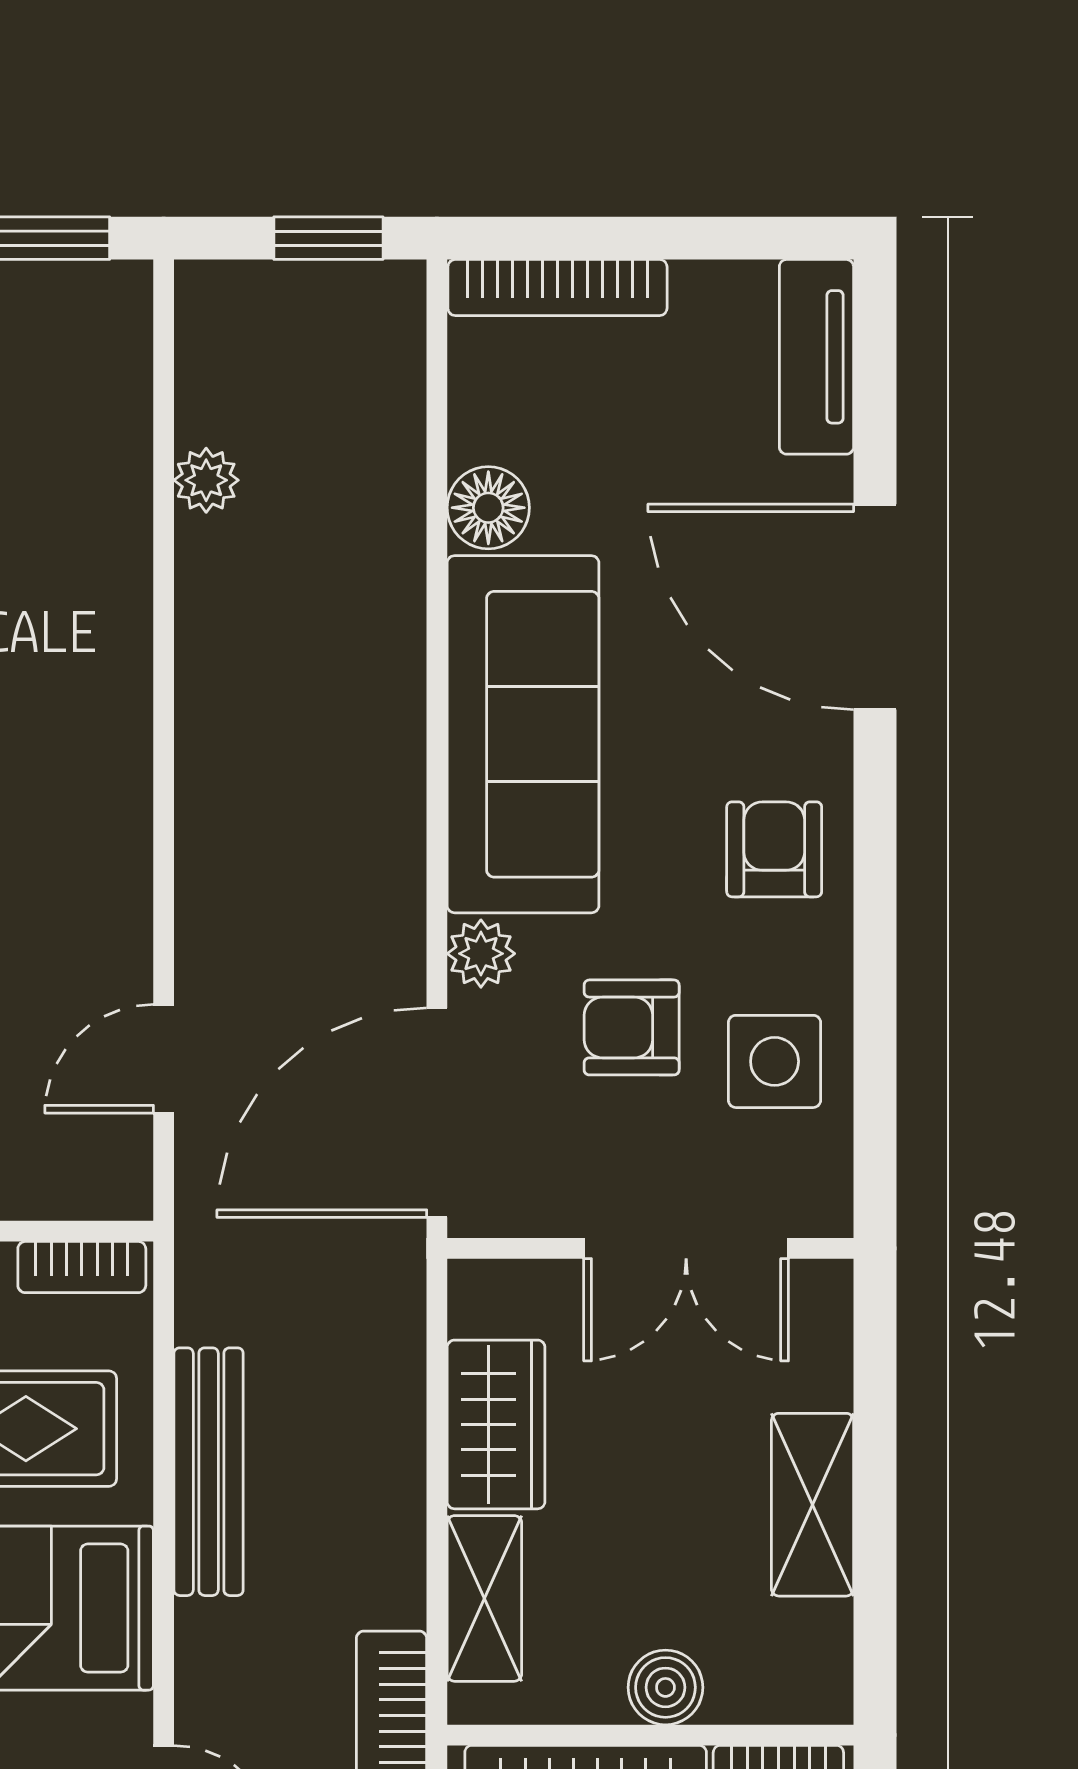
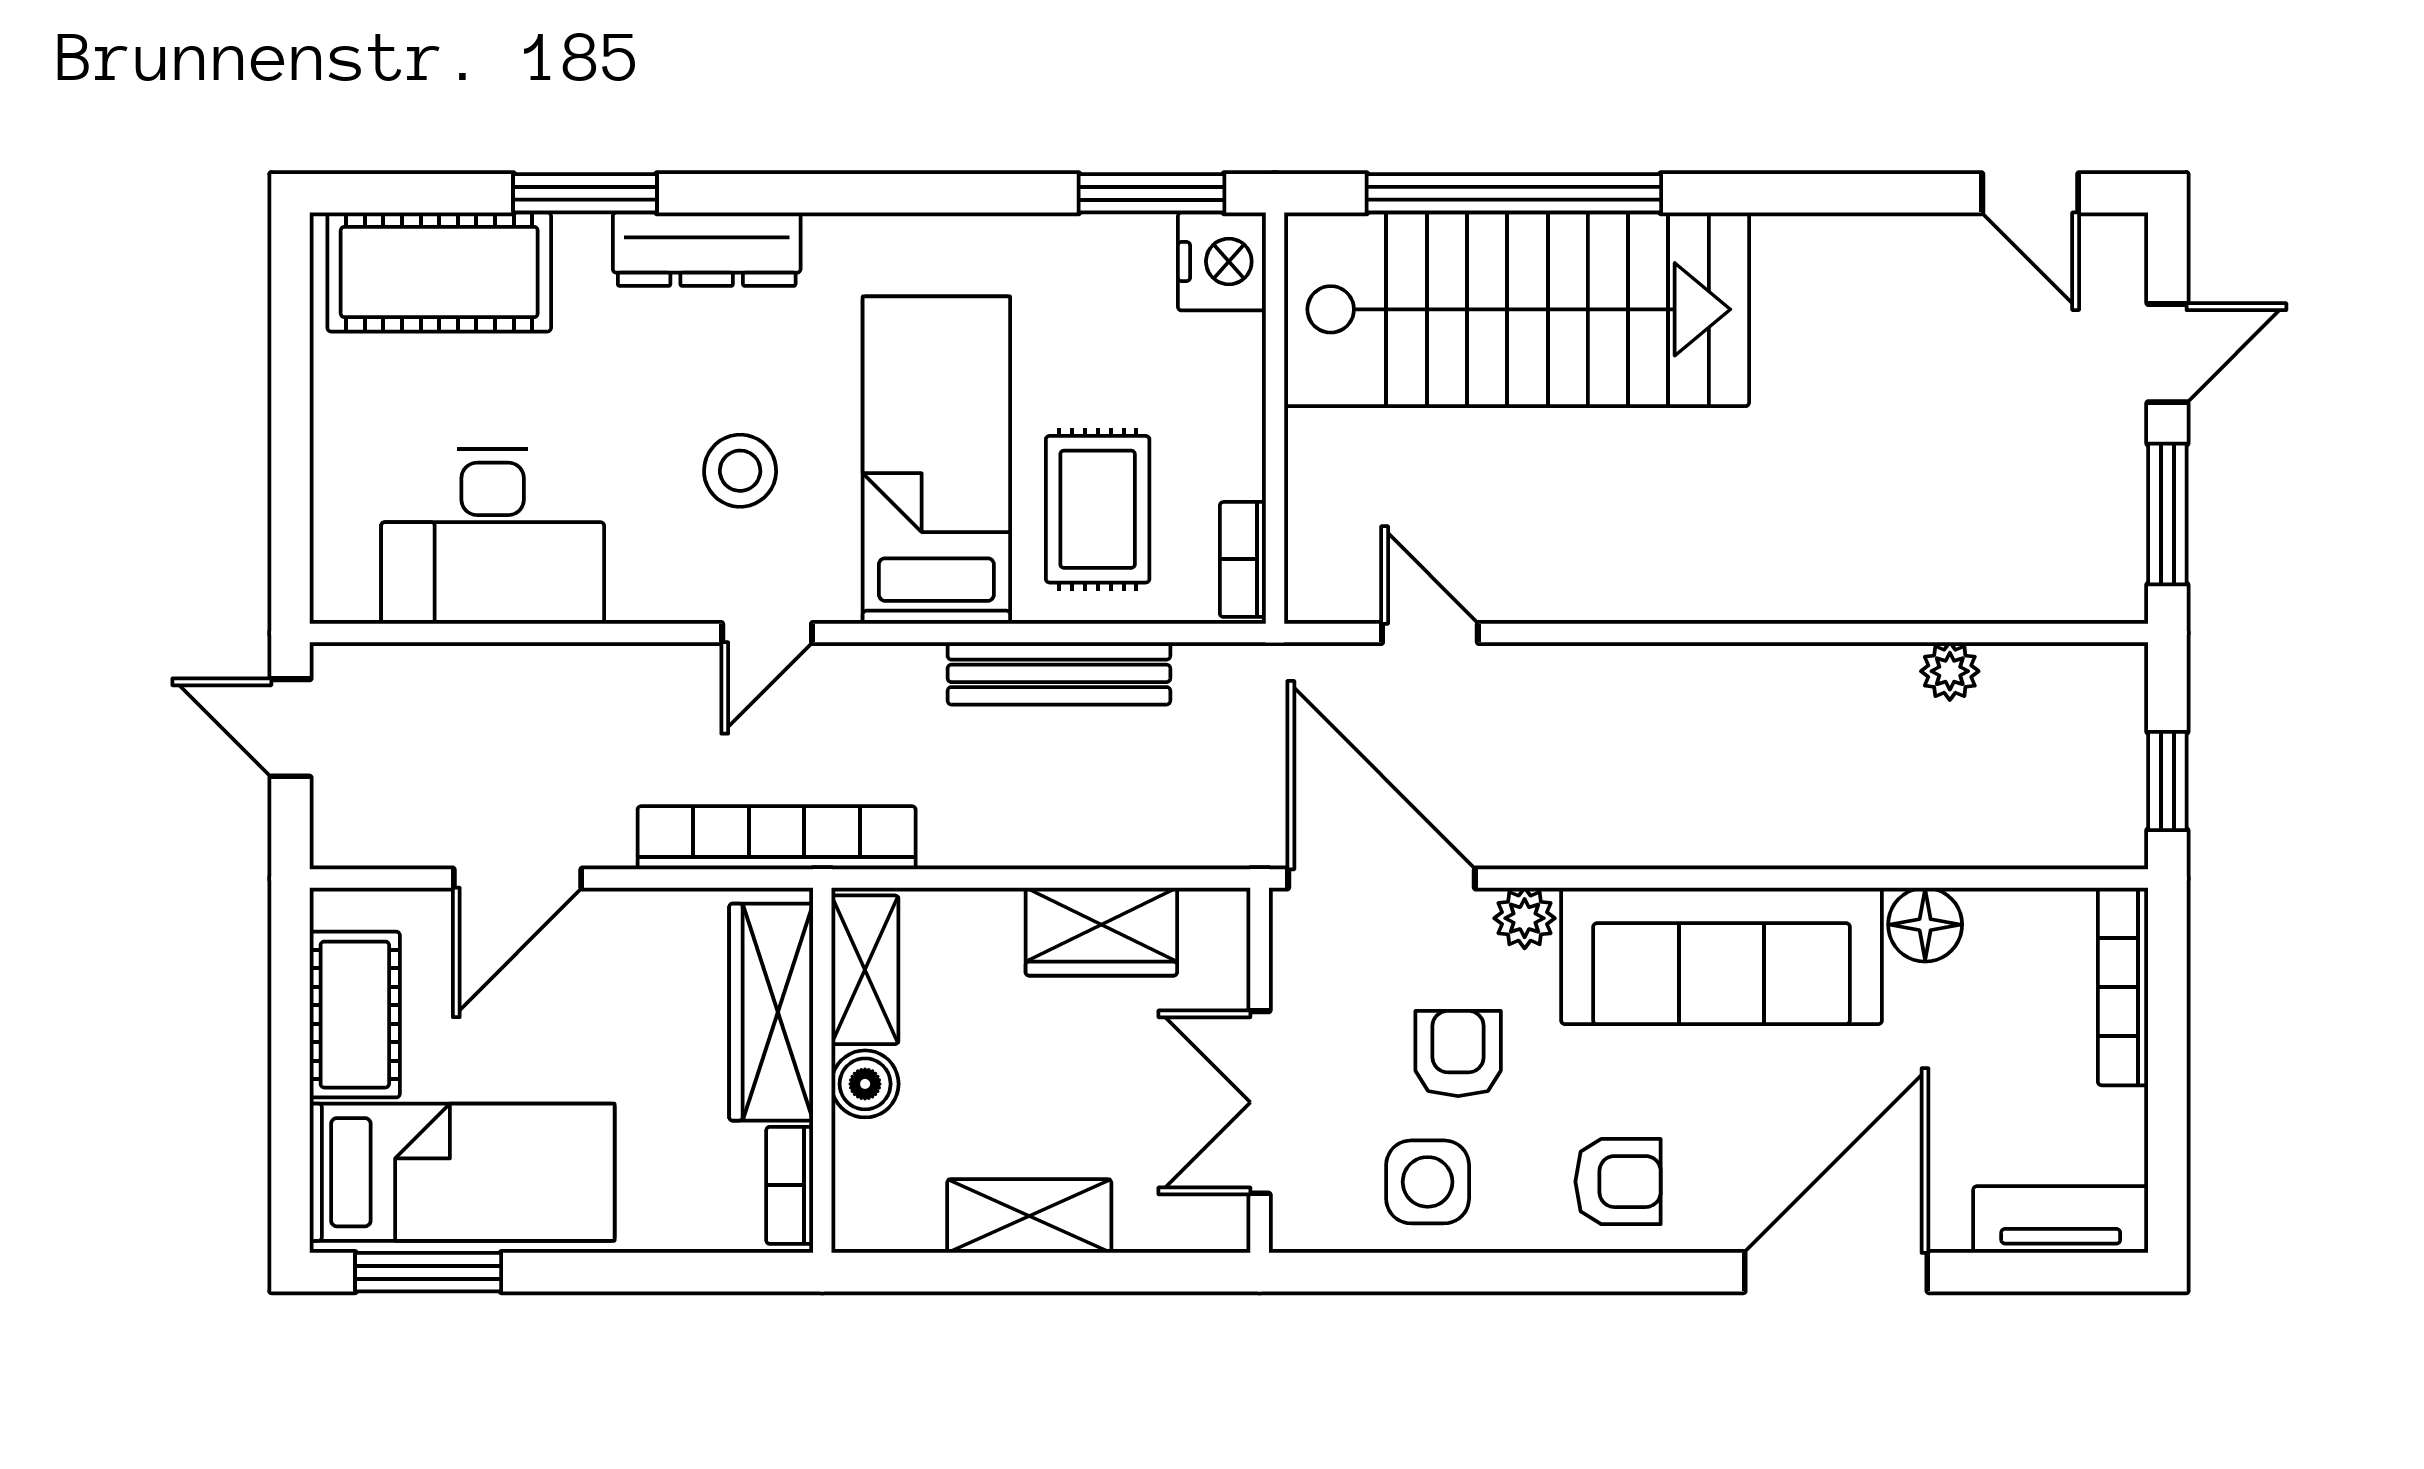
shelving: (484, 1598) -> (865, 970), moved, turned 90

